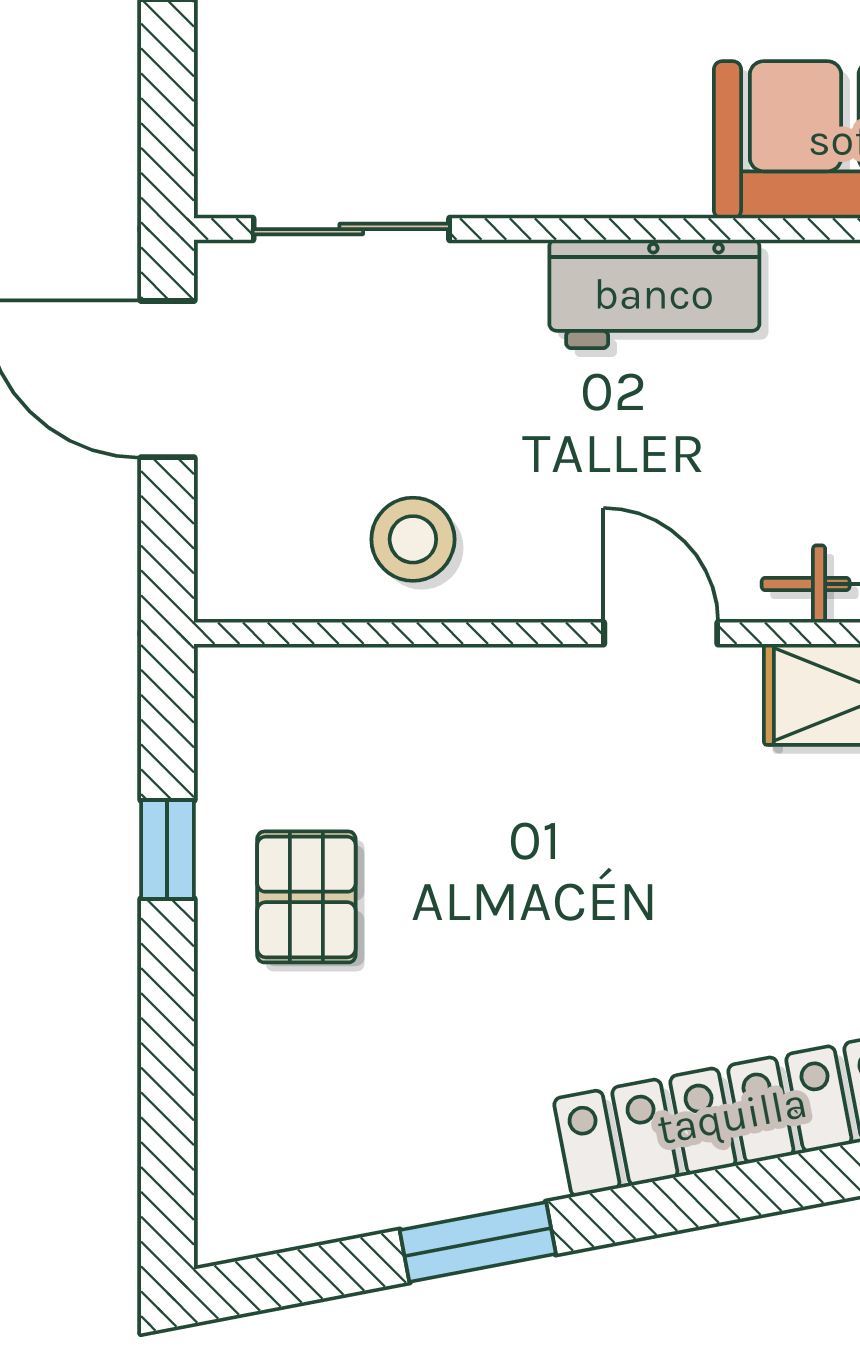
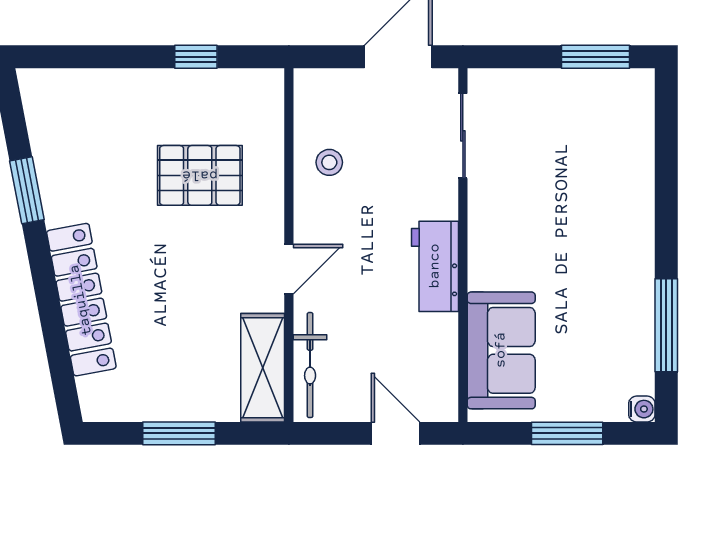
stool: (413, 539) -> (329, 162), width x0.73, depth x0.73
pallet: (306, 897) -> (200, 175), moved, width x1.50, depth x1.42

